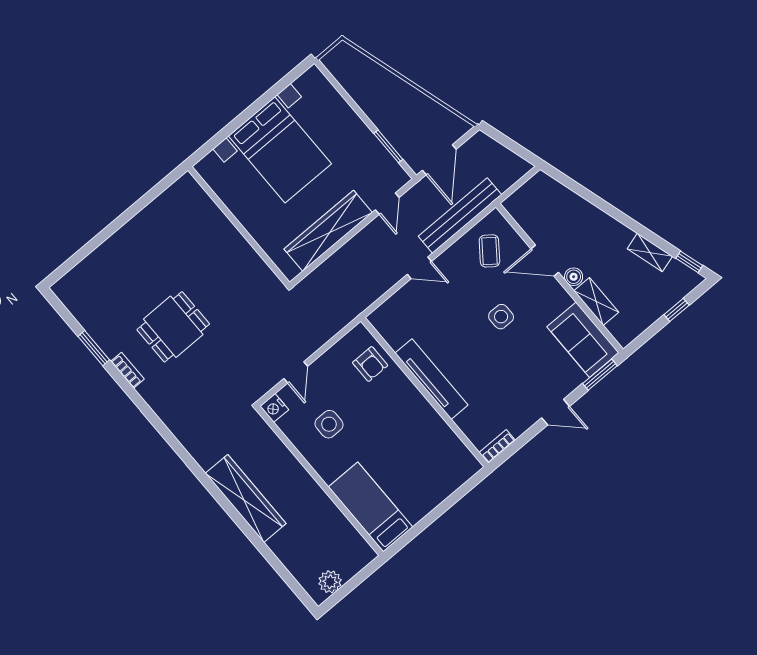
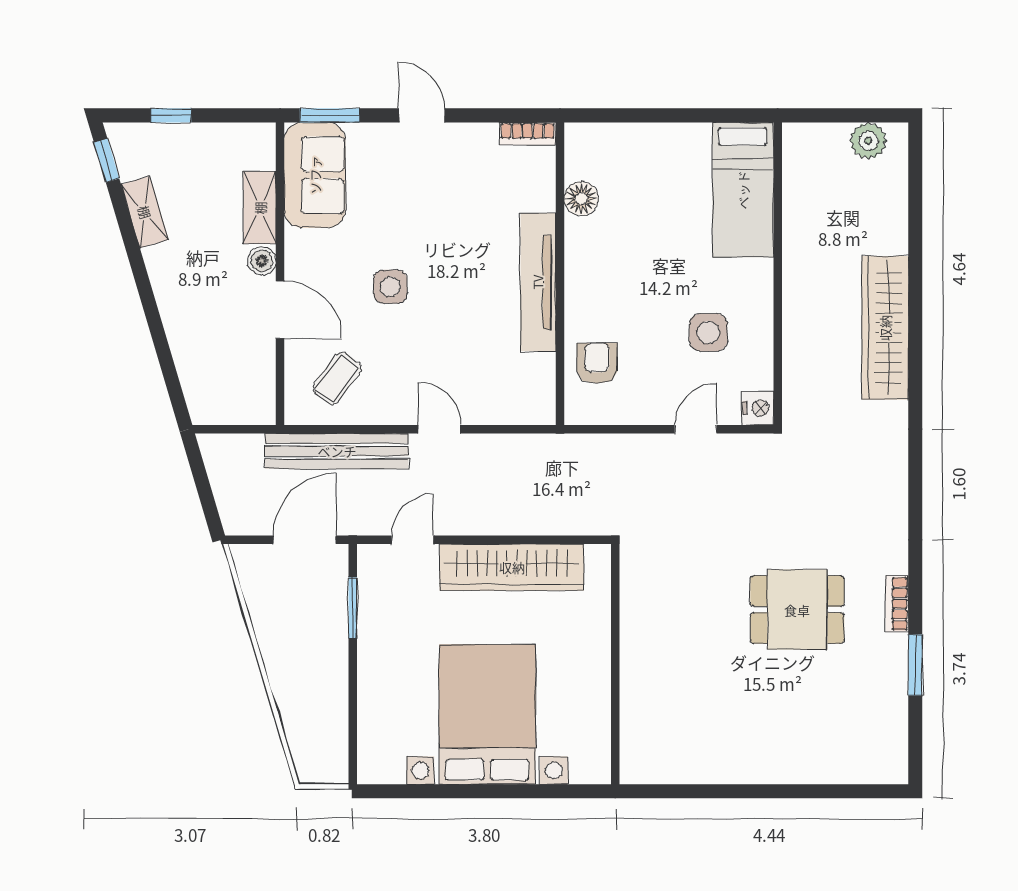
floor lamp: (445, 437) -> (581, 199), added

